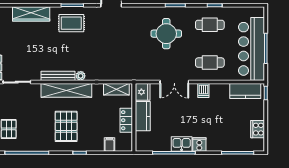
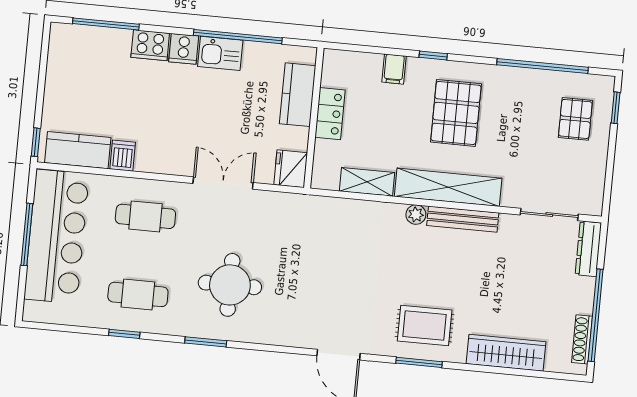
shelving: (116, 89) -> (367, 182), moved
dishwasher: (203, 91) -> (123, 156), moved
kitchen counter: (143, 116) -> (298, 95), moved
cooker: (258, 129) -> (150, 45), moved, turned 90
filing cabinet: (109, 144) -> (394, 69), moved

